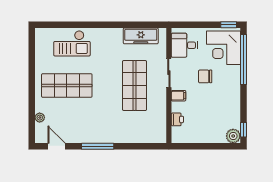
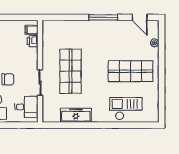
freezer: (141, 36) -> (76, 115), moved
filing cabinet: (179, 96) -> (31, 30), moved

